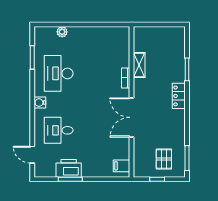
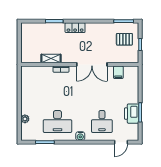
filing cabinet: (122, 166) -> (118, 72), moved

